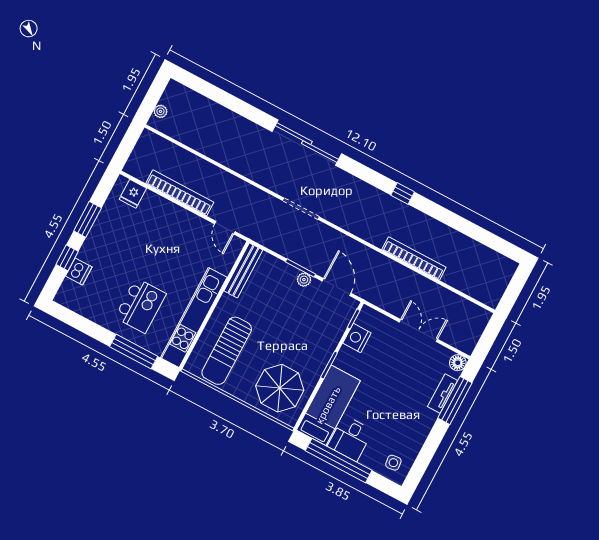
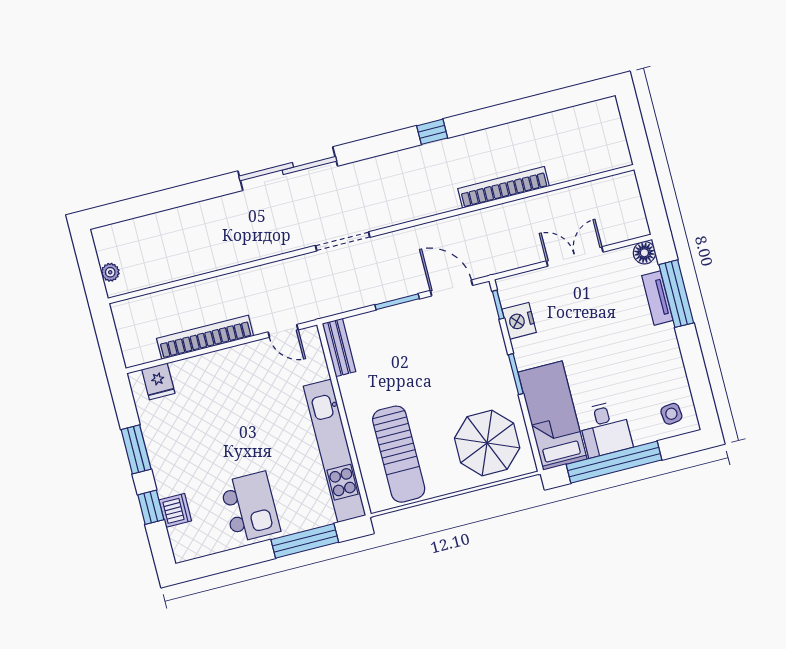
bench: (243, 270) -> (339, 347), width x0.73
plant: (304, 280) -> (411, 310), removed
kitchen island: (140, 306) -> (250, 507), moved

